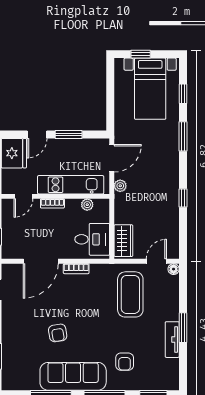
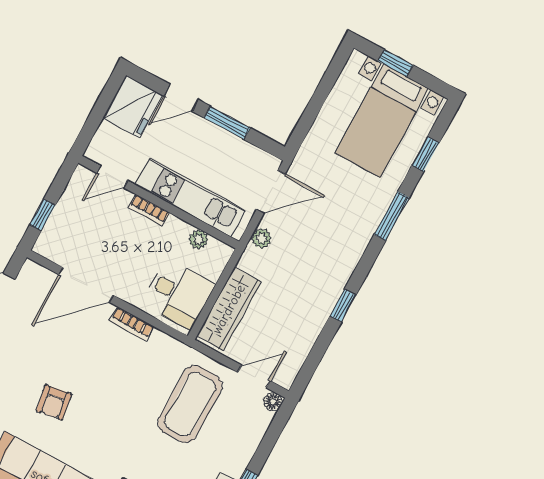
wardrobe: (123, 241) -> (229, 309), width x1.50

